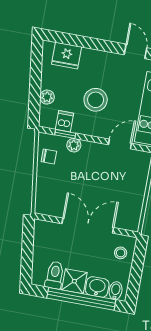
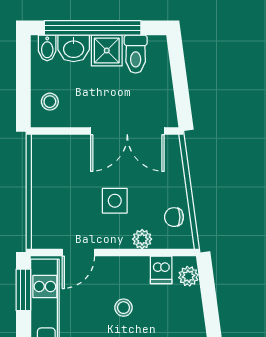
plant: (47, 97) -> (188, 276), moved
stool: (96, 100) -> (124, 308), width x0.53, depth x0.53
window: (65, 134) -> (157, 253), removed
side table: (88, 175) -> (115, 201), added
double door: (88, 226) -> (127, 131), moved

